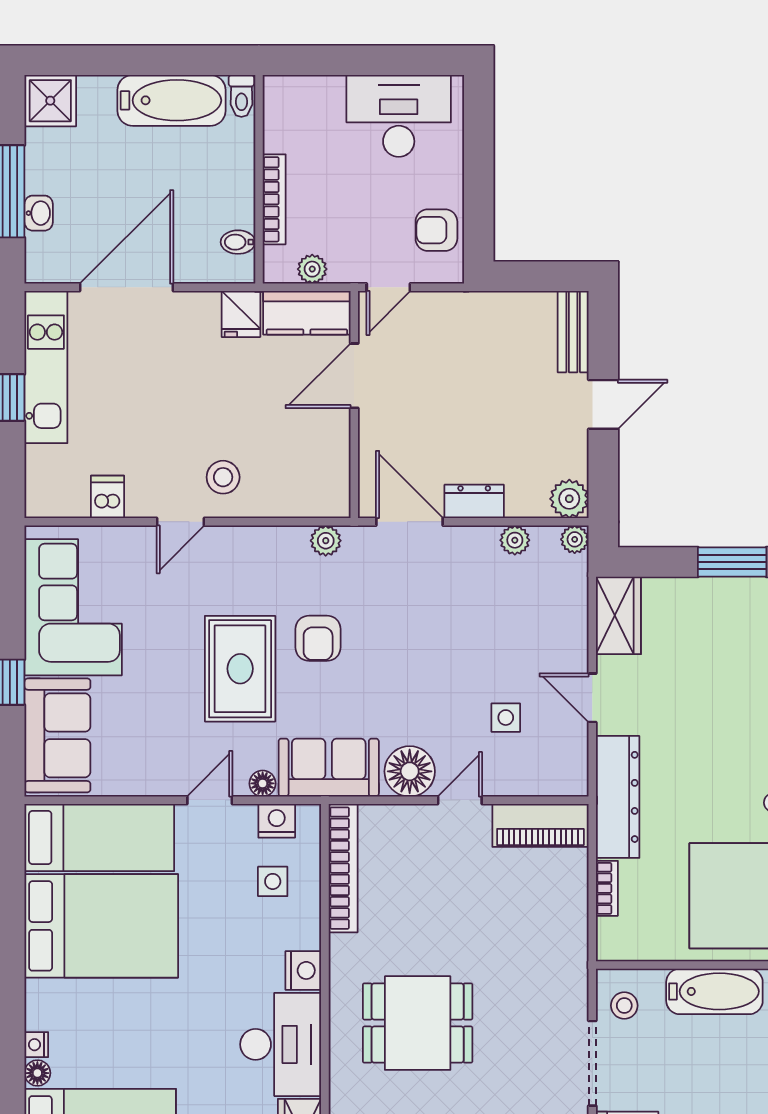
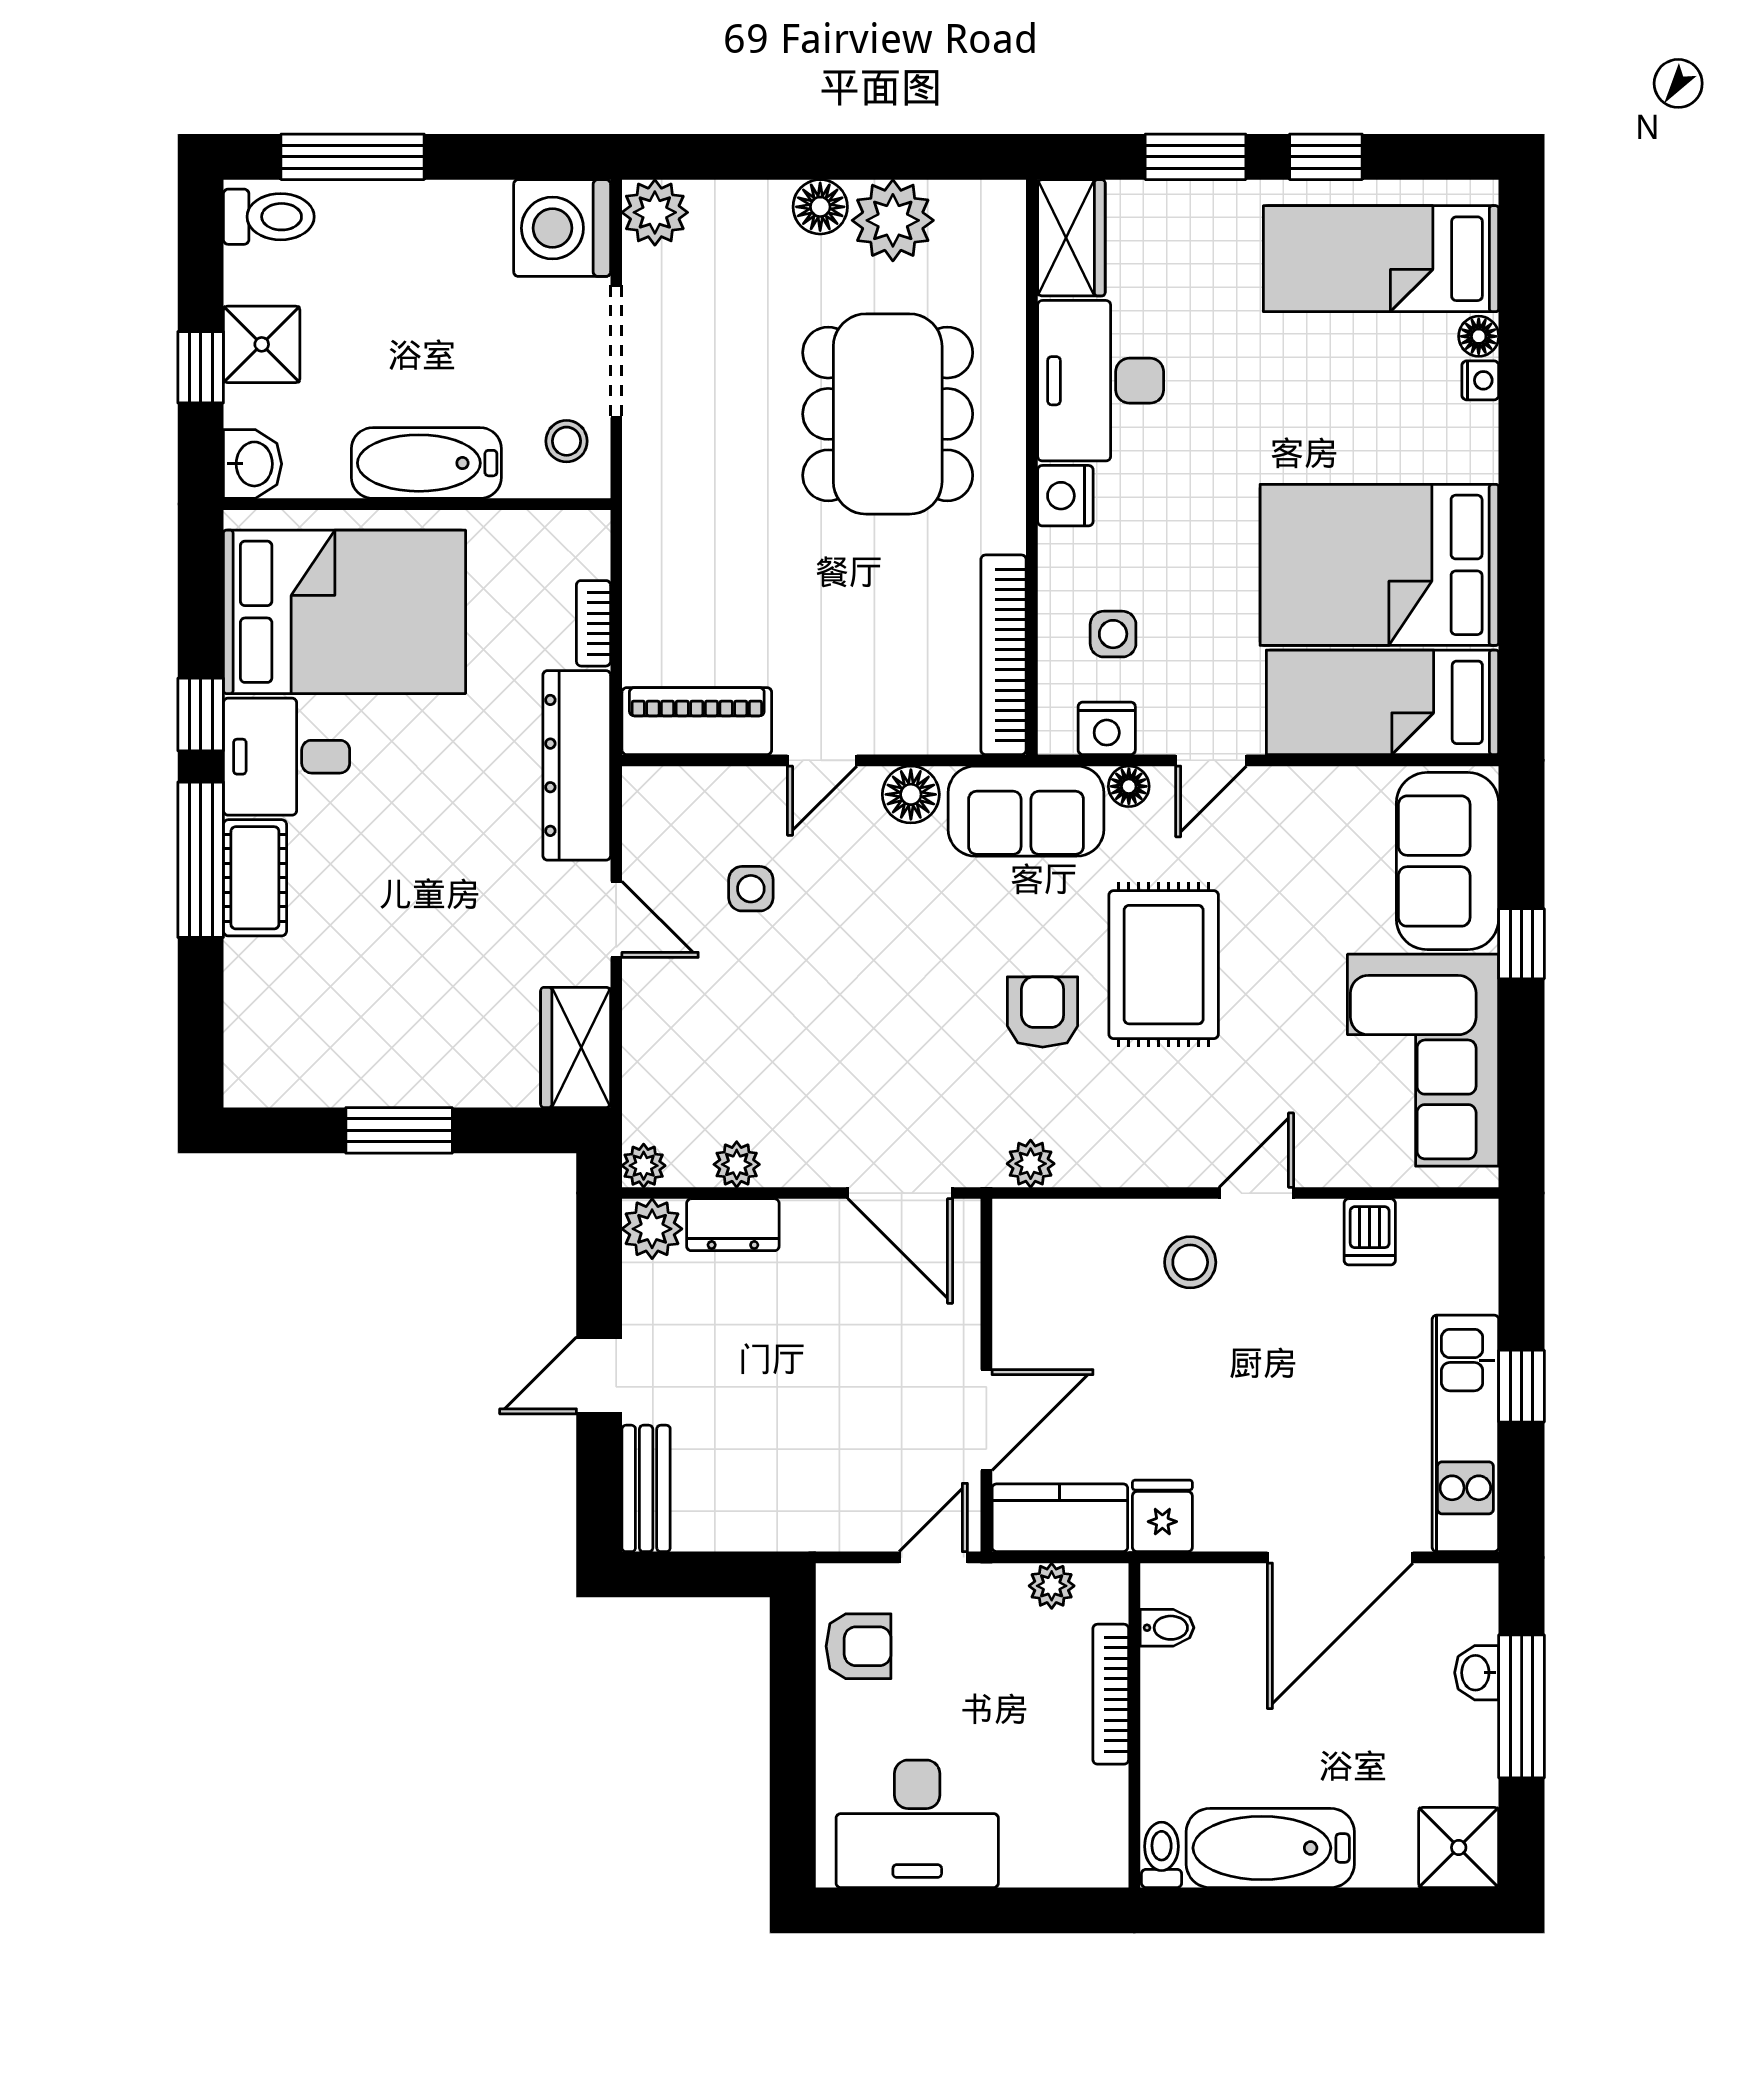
dresser: (474, 501) -> (733, 1225), moved
floor lamp: (410, 771) -> (911, 794), width x0.73, depth x0.73
dining table: (418, 1023) -> (888, 414), width x1.37

